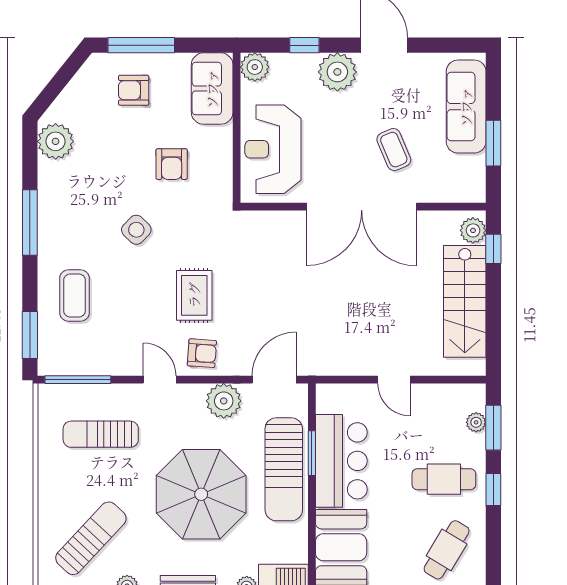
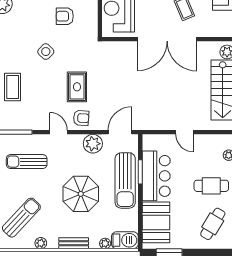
armchair: (172, 164) -> (65, 16), turned 90
parasol: (201, 494) -> (81, 194), width x0.73, depth x0.73

